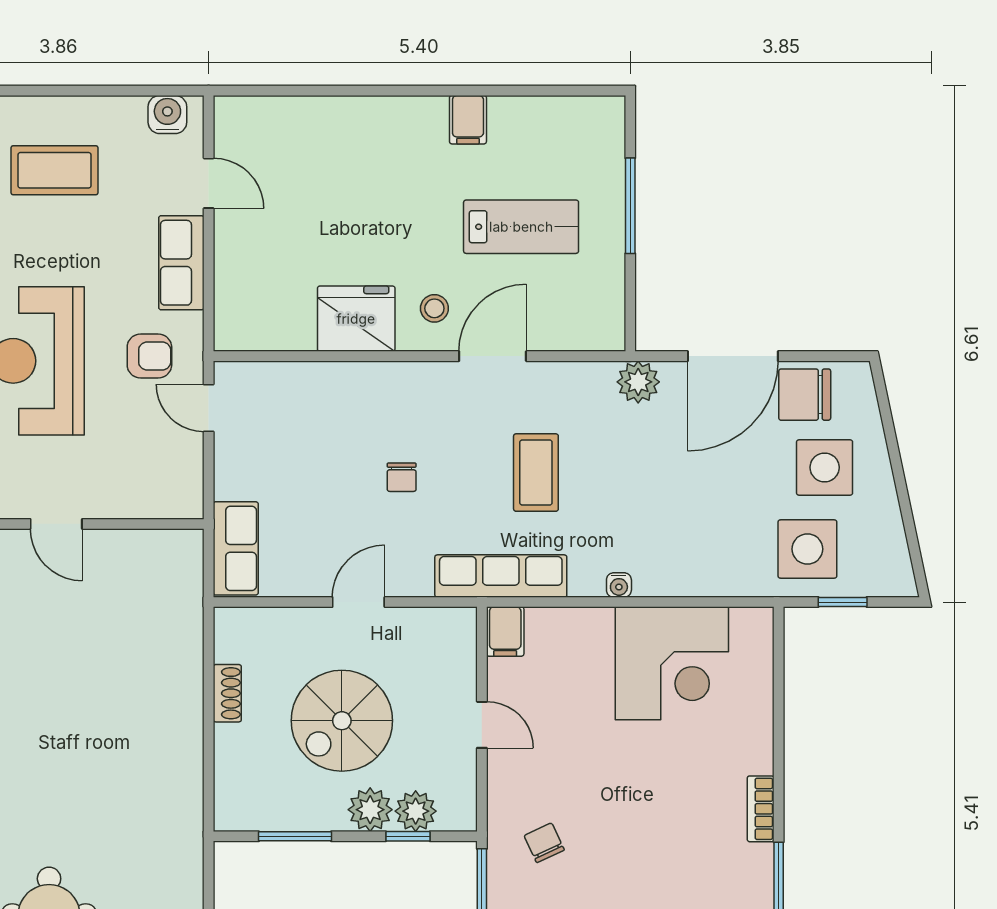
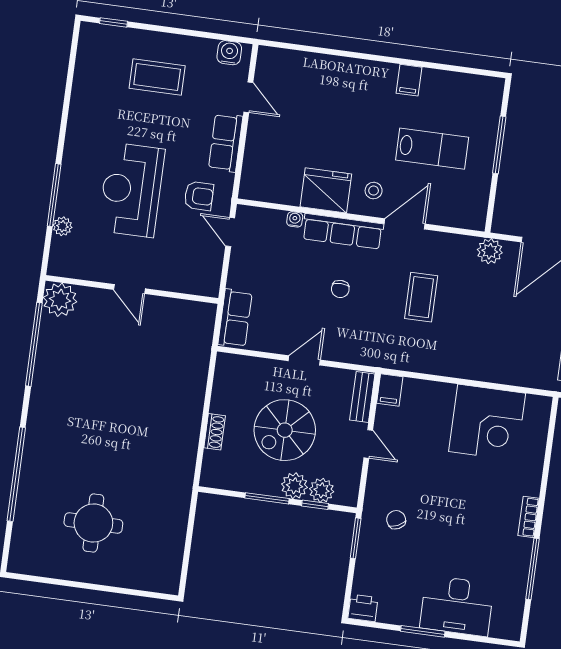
row of seats: (501, 576) -> (343, 231), moved, turned 180
water cooler: (619, 585) -> (295, 219), moved, turned 180
bench: (462, 649) -> (362, 397), added
shoe rack: (227, 693) -> (215, 432), moved
window: (295, 836) -> (267, 498), moved

